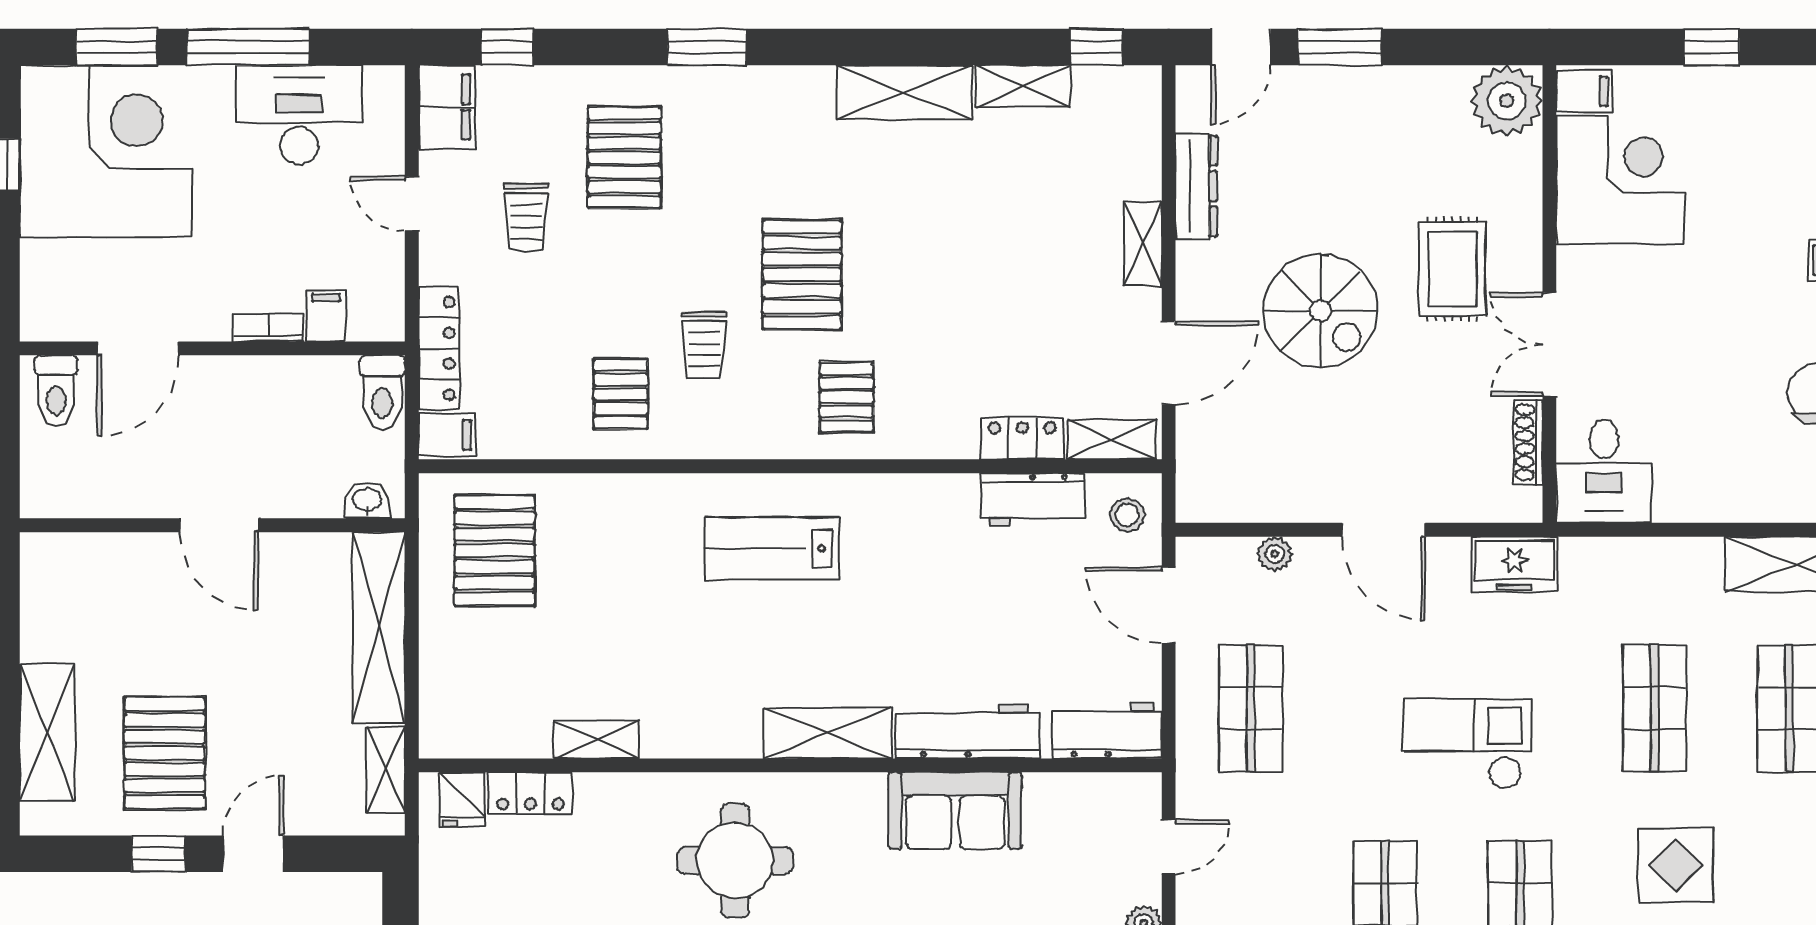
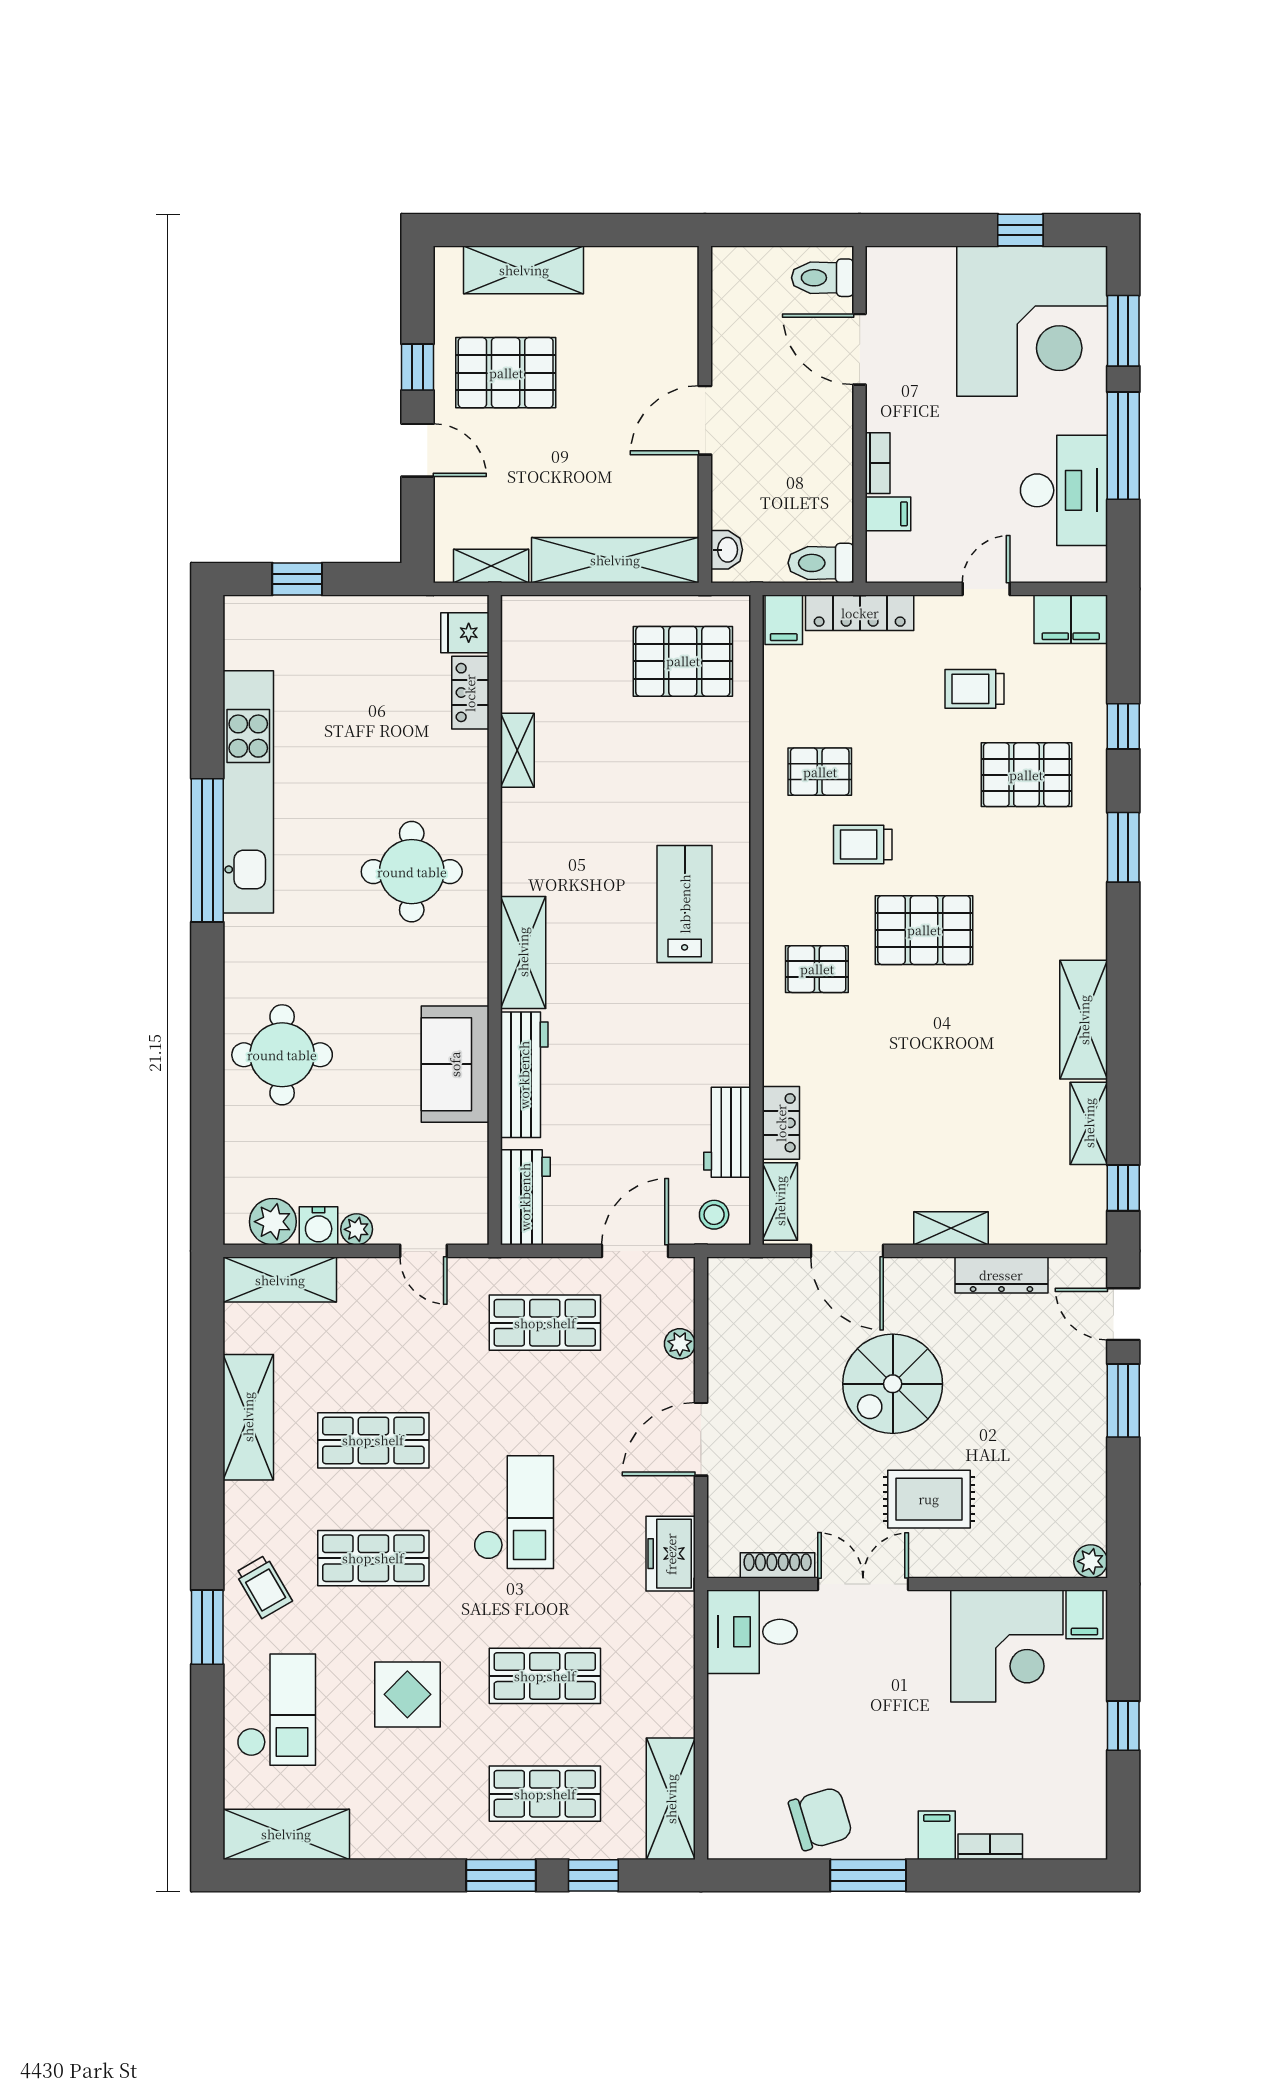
window: (507, 47) -> (1123, 726), moved
plant: (1507, 101) -> (1091, 1561), width x0.53, depth x0.53

